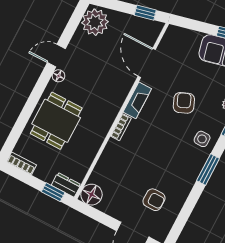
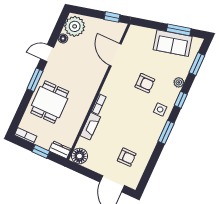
floor lamp: (58, 76) -> (63, 38), moved
window: (38, 90) -> (35, 80), added
fireplace: (137, 100) -> (90, 126), moved
armchair: (184, 103) -> (145, 83), turned 113
window: (53, 192) -> (41, 151), moved

